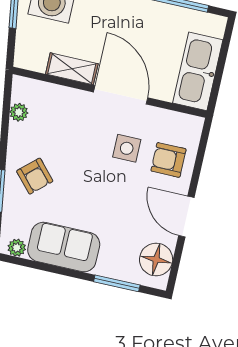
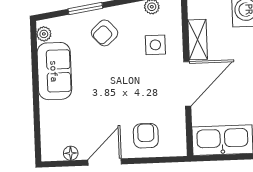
side table: (127, 148) -> (155, 45), moved
floor lamp: (156, 260) -> (71, 153), width x0.53, depth x0.53
window: (117, 283) -> (37, 121), removed

